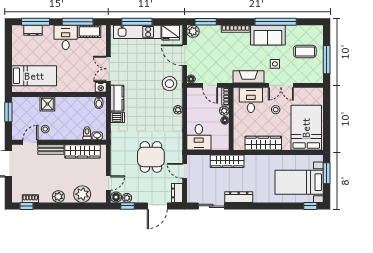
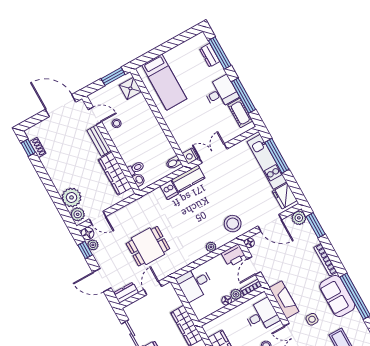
door: (185, 55) -> (270, 223), swing flipped
printer: (194, 96) -> (234, 255), added
shower: (47, 104) -> (130, 88), moved
plant: (58, 197) -> (78, 214), moved

